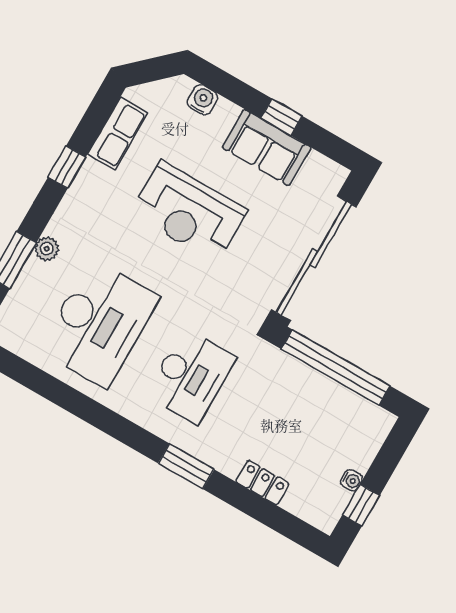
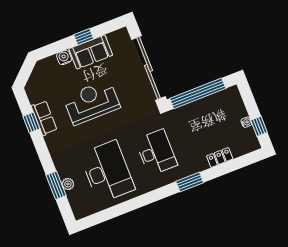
water cooler: (202, 100) -> (64, 57), moved
row of seats: (118, 134) -> (44, 118), moved
window: (67, 167) -> (31, 123), moved
reception desk: (189, 212) -> (92, 102), turned 180
plant: (47, 249) -> (68, 184), moved

